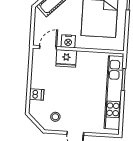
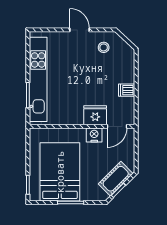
dishwasher: (37, 94) -> (127, 90), moved

